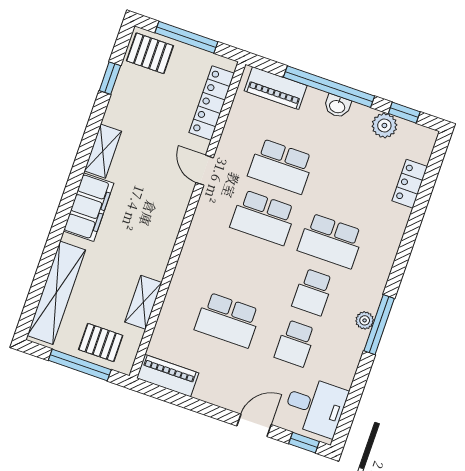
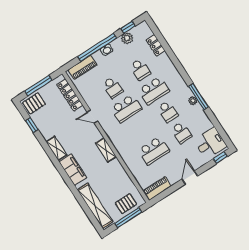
school desk: (281, 166) -> (113, 88), width x0.54
school desk: (348, 190) -> (140, 69), added
shelving: (143, 302) -> (106, 150), moved
door: (254, 425) -> (190, 178), moved

